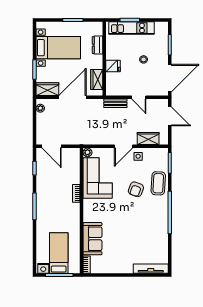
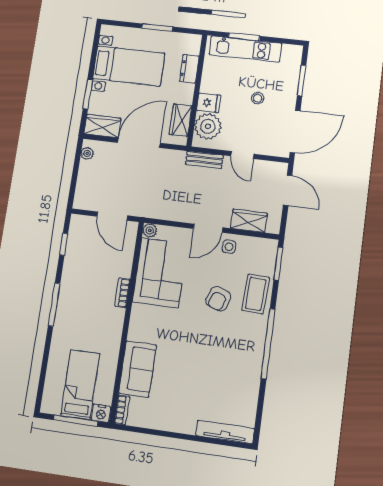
plant: (115, 81) -> (208, 126), added
door: (52, 146) -> (112, 216), moved
nightstand: (43, 268) -> (101, 413), moved

